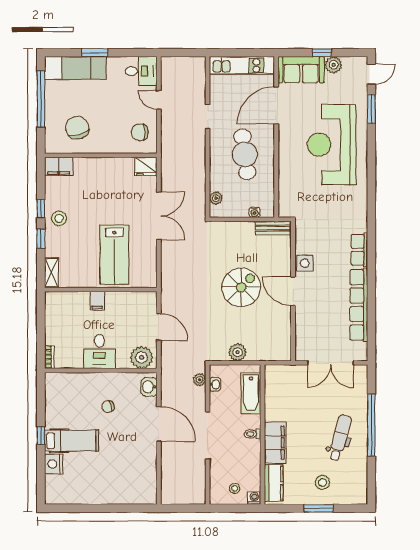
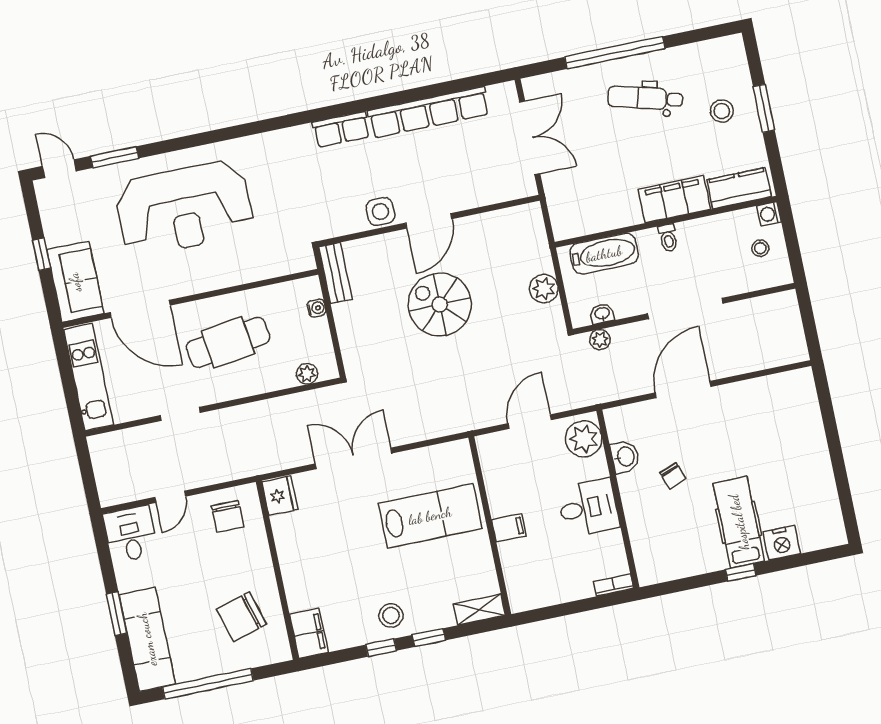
plant: (334, 65) -> (57, 232), removed
washbasin: (149, 387) -> (625, 457), moved, turned -90

